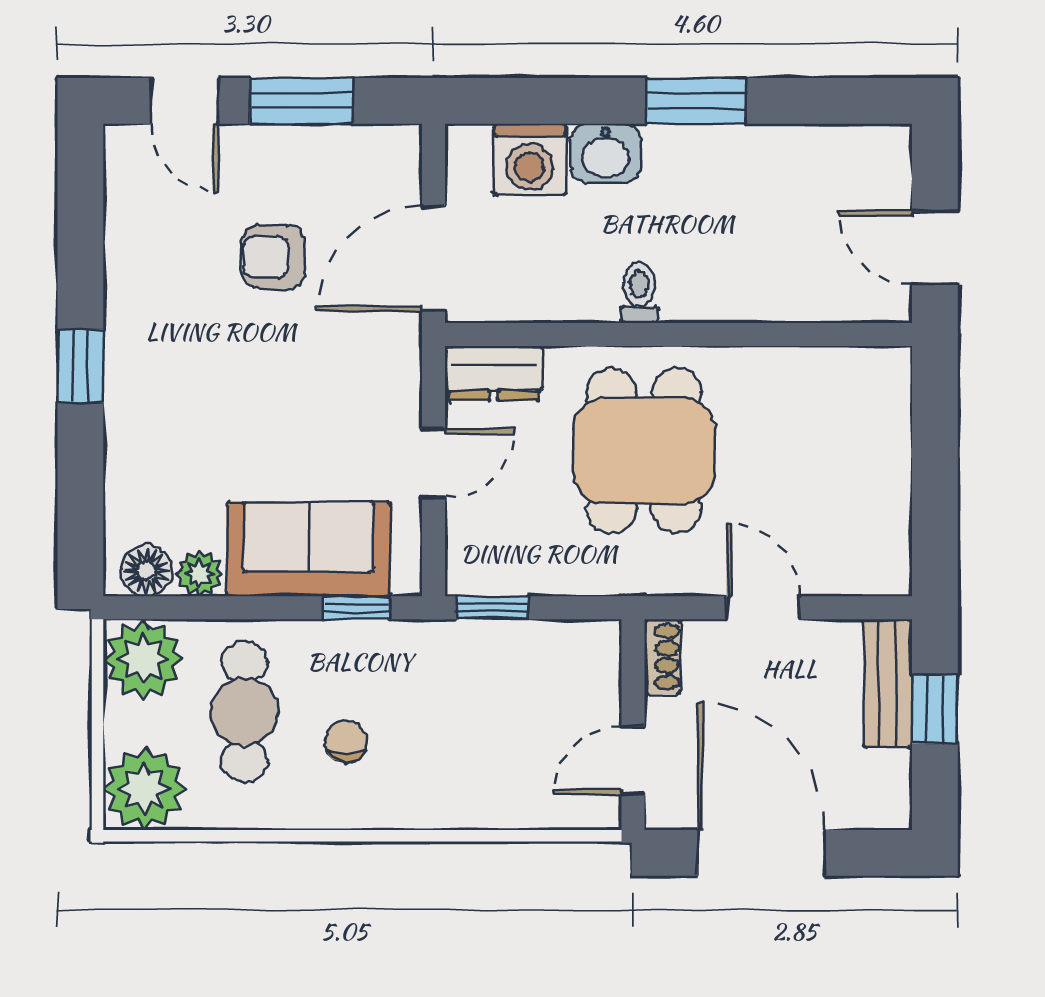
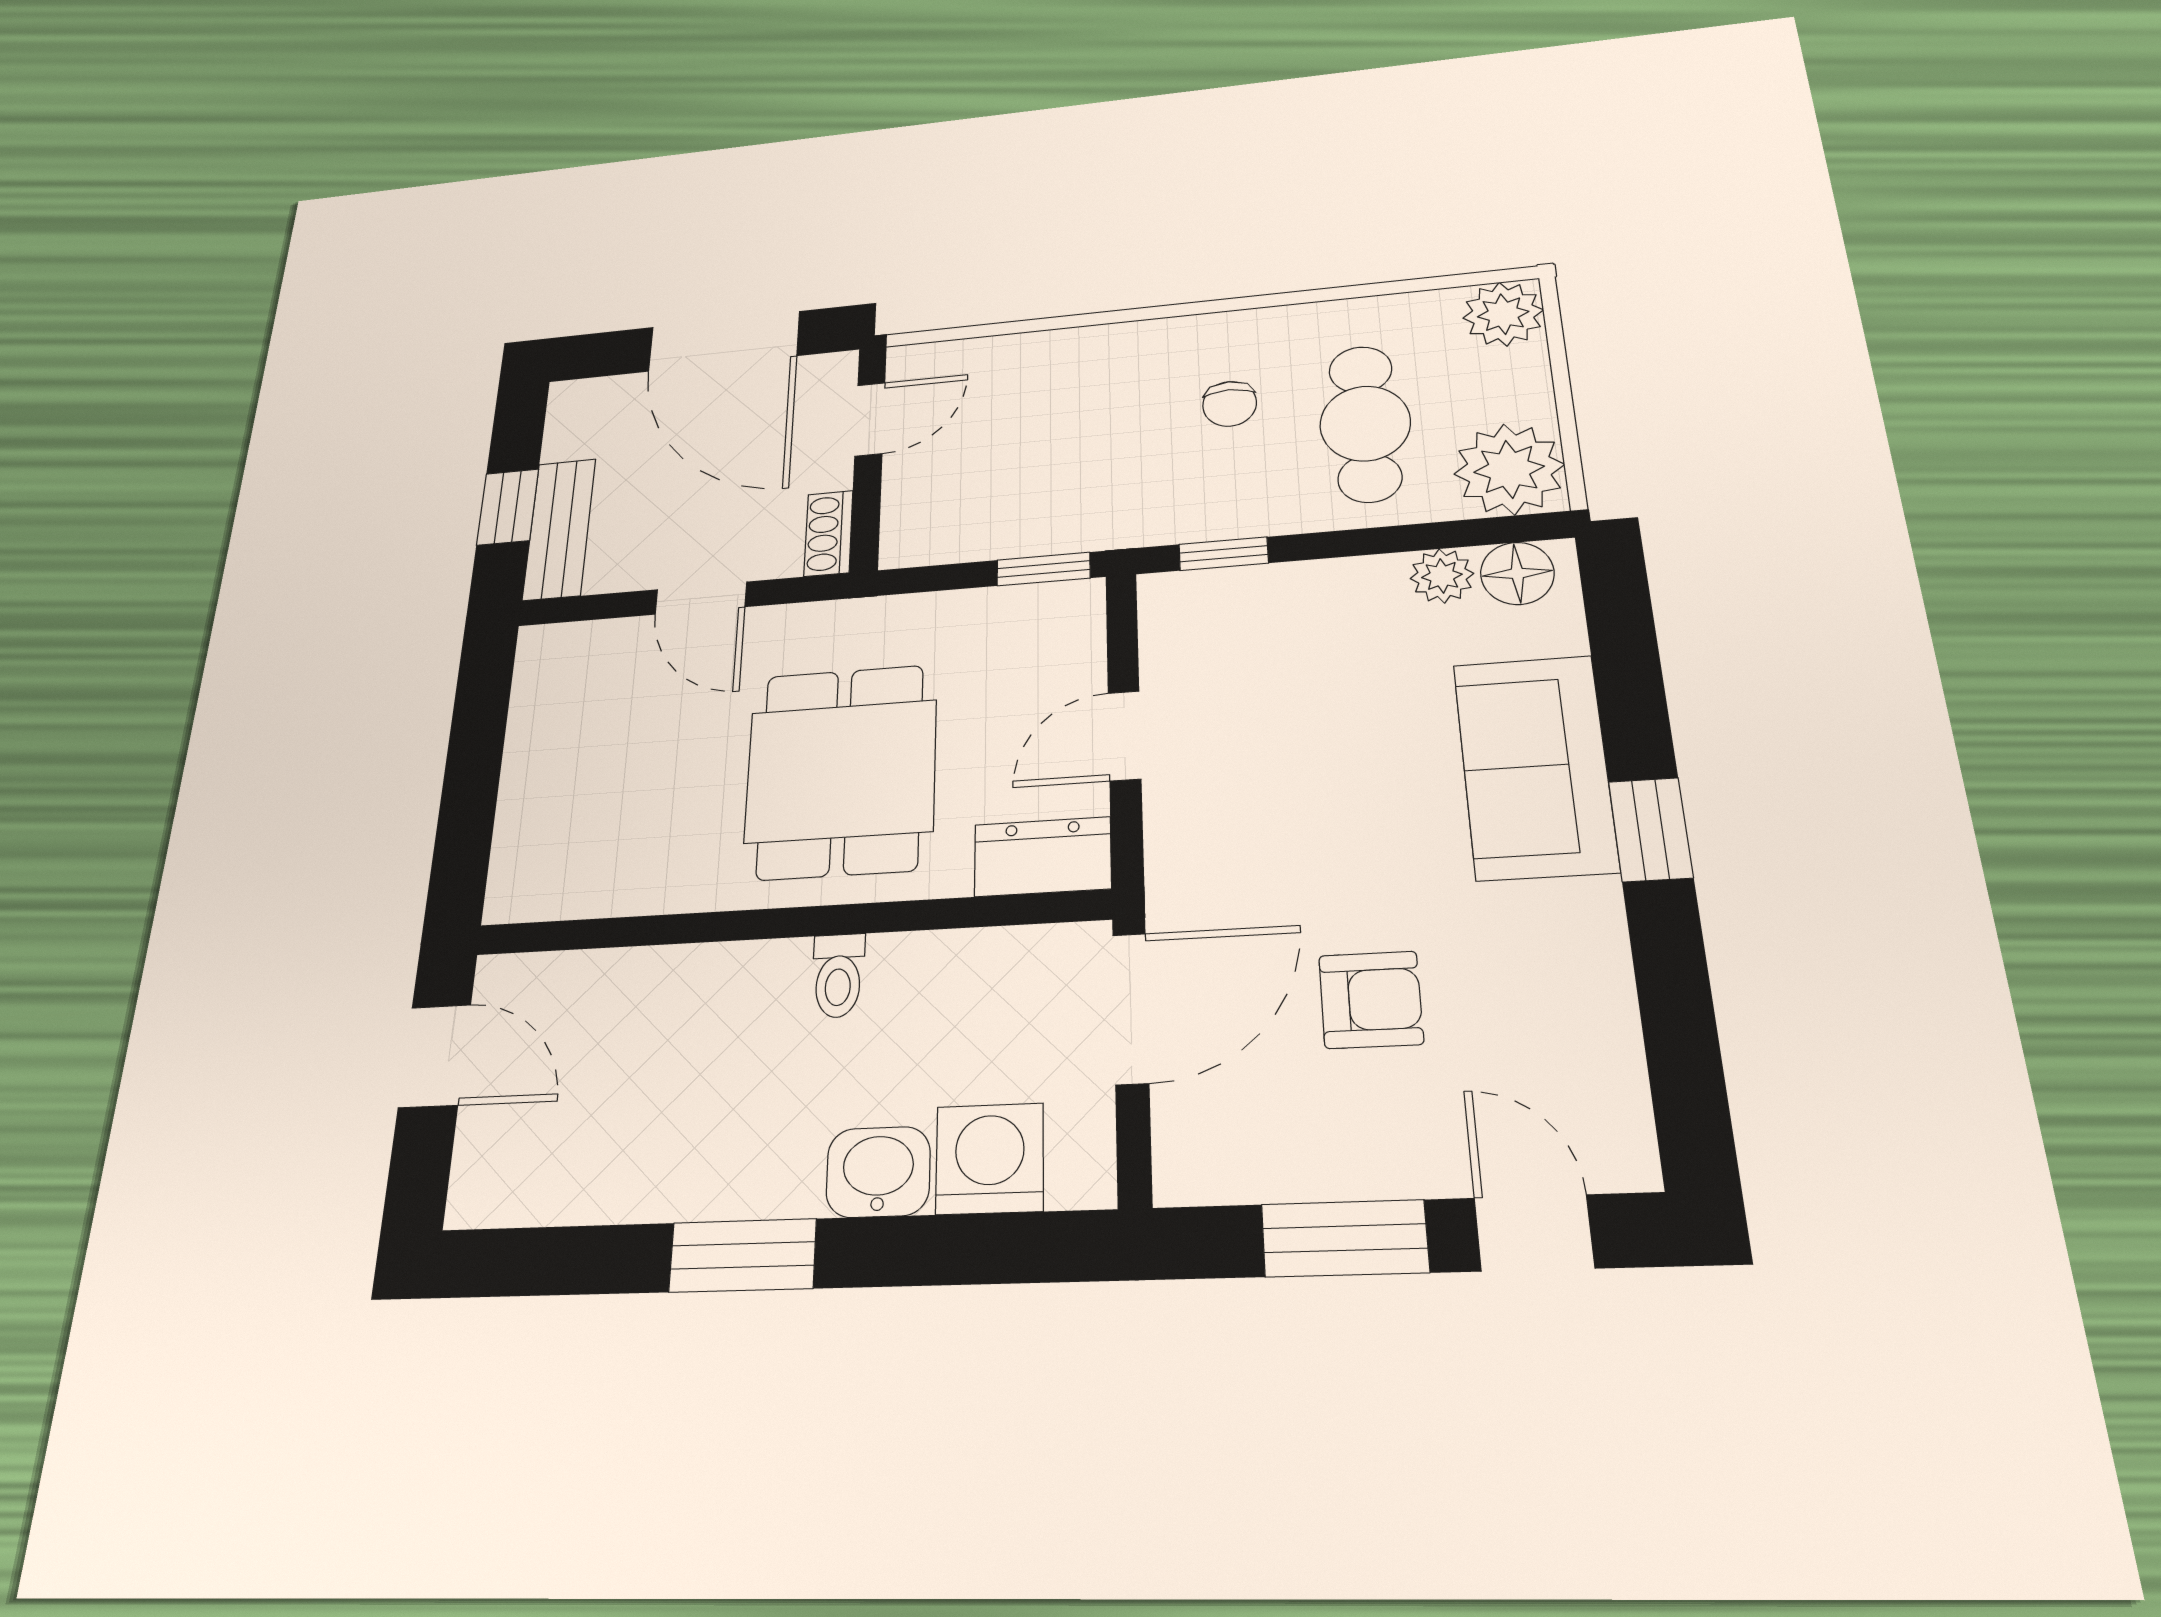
sofa: (309, 549) -> (1535, 766), moved, turned 90
plant: (145, 789) -> (1503, 314), width x0.73, depth x0.73

